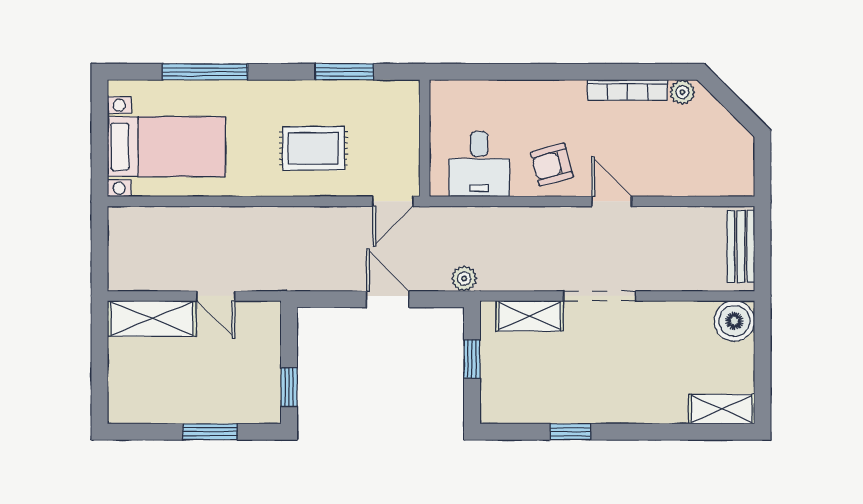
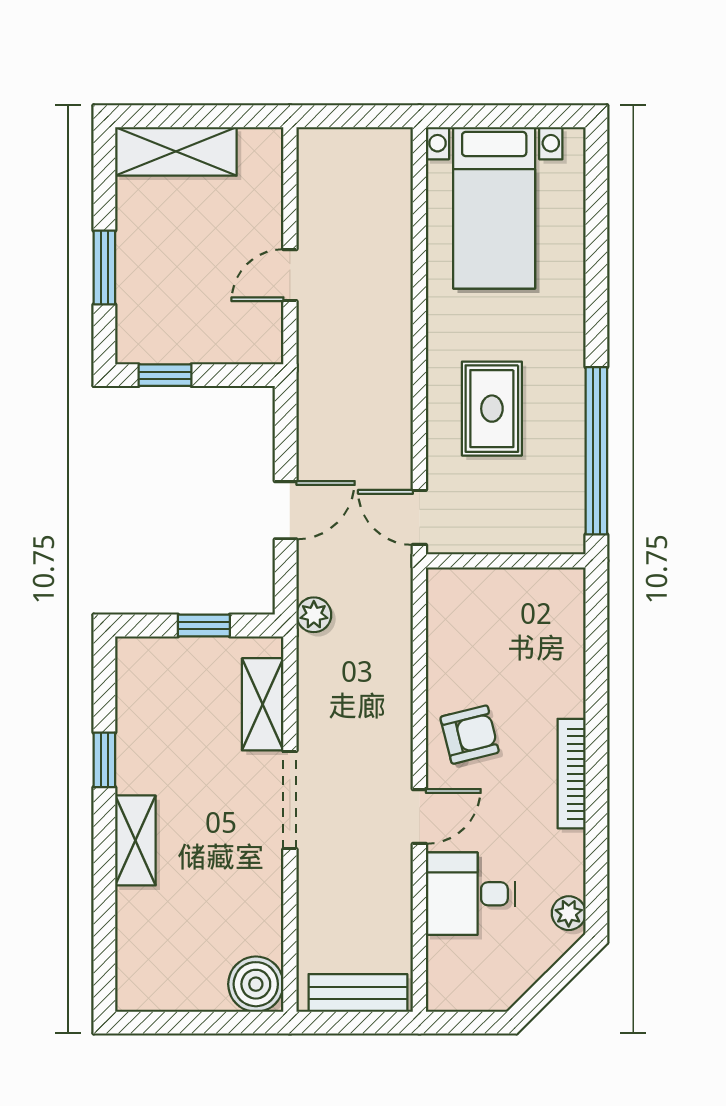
window: (205, 72) -> (596, 260), removed
window: (344, 72) -> (596, 451), width x2.11
bookcase: (628, 90) -> (572, 774), moved
desk: (479, 164) -> (470, 894), moved
armchair: (552, 165) -> (470, 735), turned 91
shelving: (152, 319) -> (176, 151), moved, turned 90
shelving: (722, 409) -> (135, 840), moved

